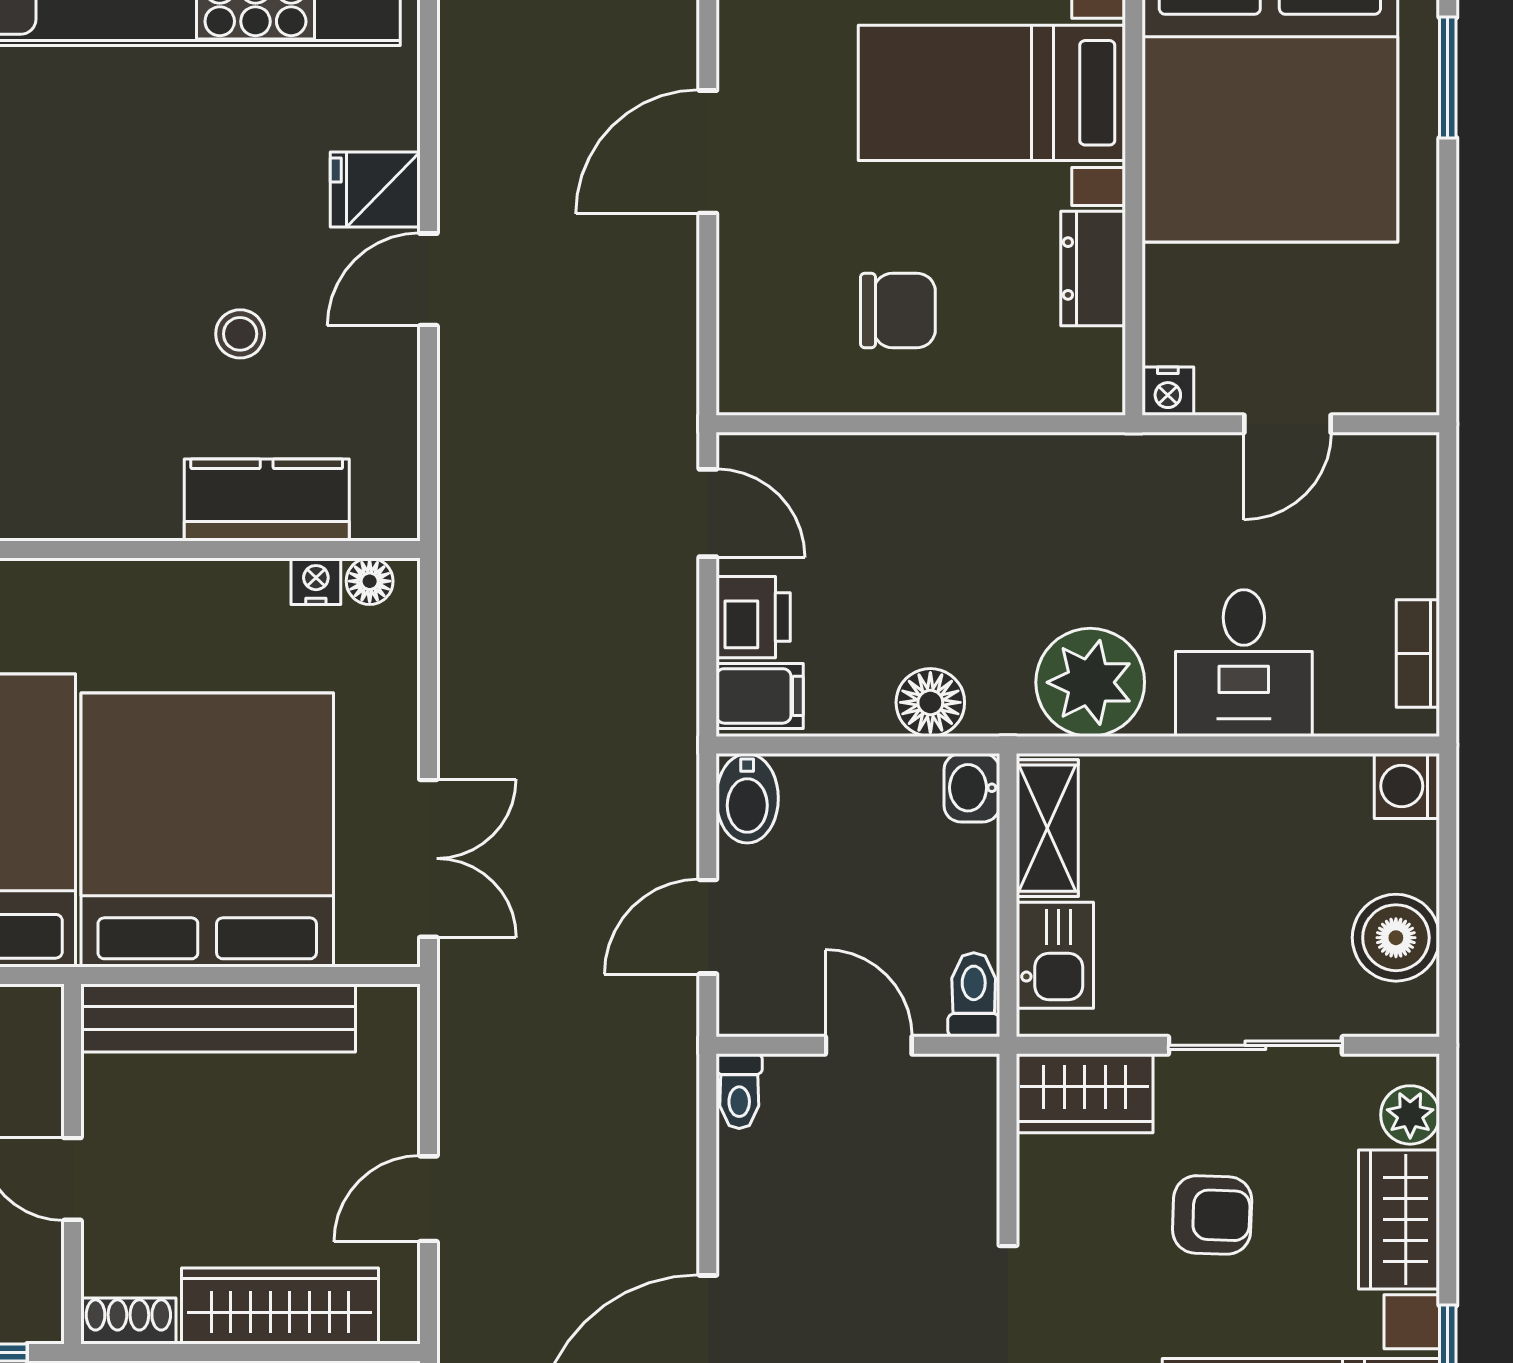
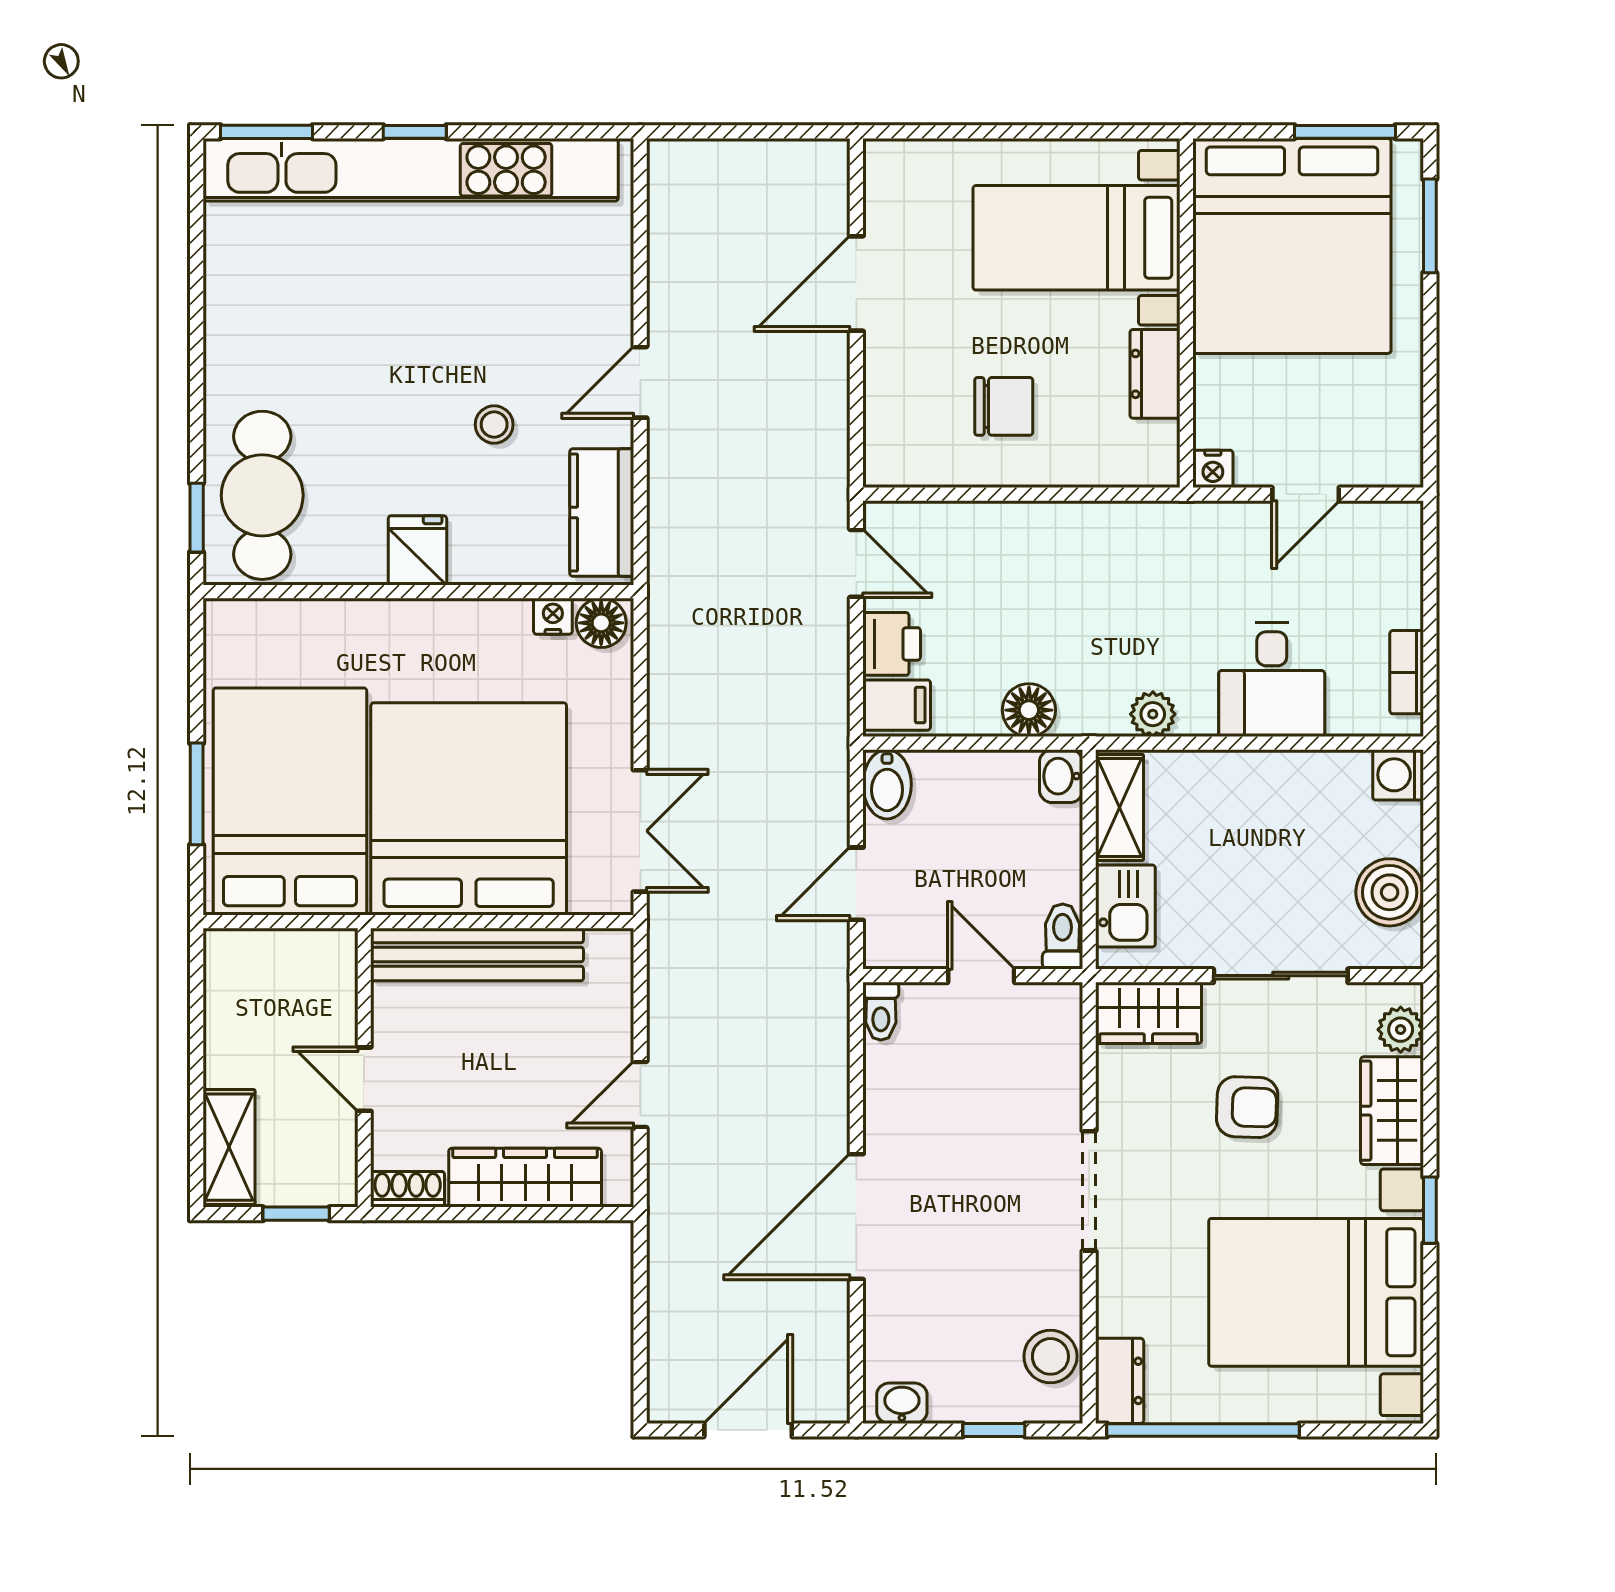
fridge: (375, 190) -> (417, 550), moved, turned 90
kitchen counter: (267, 500) -> (602, 513), moved, turned -90
floor lamp: (370, 581) -> (601, 623), width x1.37, depth x1.37
plant: (1090, 682) -> (1153, 714), width x0.53, depth x0.53

